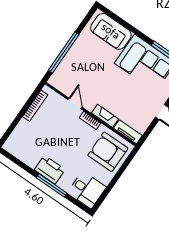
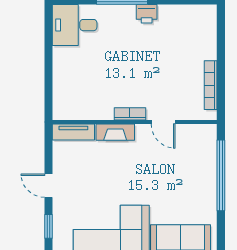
armchair: (108, 152) -> (81, 90), removed
printer: (50, 170) -> (147, 14), width x0.53, depth x0.68

